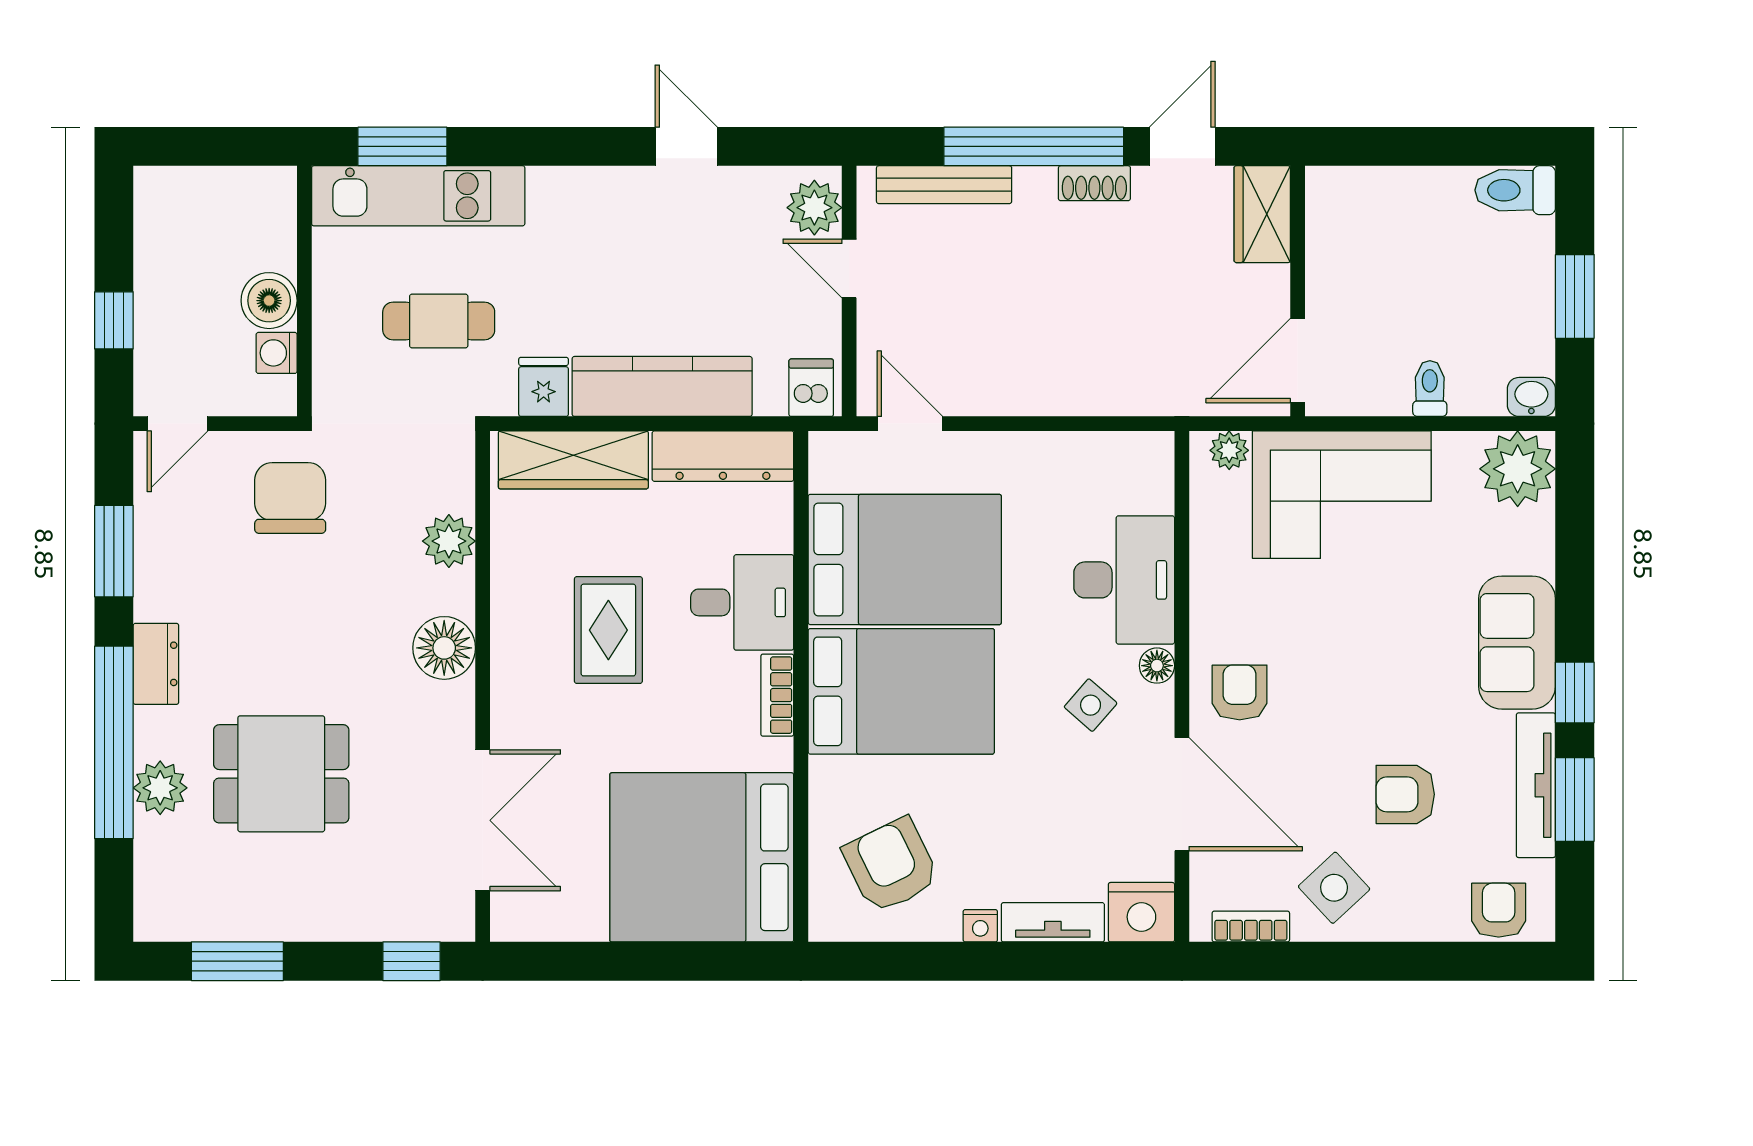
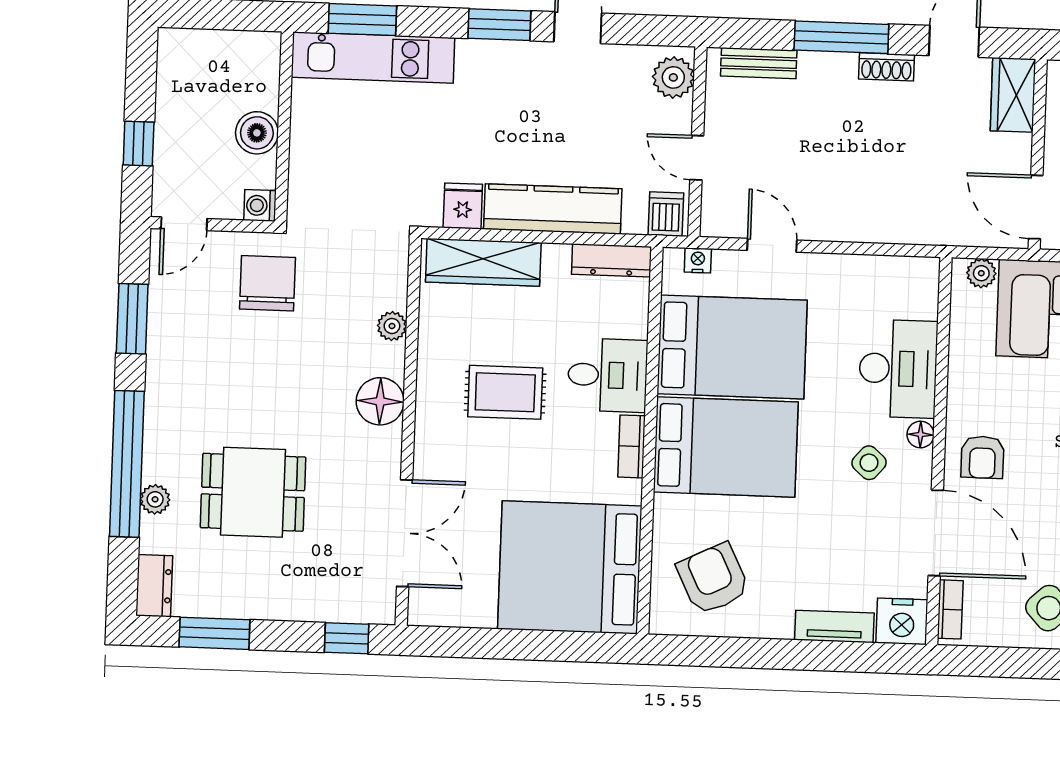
window: (583, 146) -> (499, 25), added
window: (1034, 146) -> (841, 37), width x0.68
bench: (944, 185) -> (759, 63), width x0.73
door: (849, 269) -> (697, 158), moved
cafe table: (439, 321) -> (385, 153), removed
washing machine: (277, 353) -> (260, 205), moved
door: (1298, 361) -> (1036, 207), hinge flipped
door: (910, 424) -> (772, 245), moved
dresser: (723, 456) -> (611, 260), width x0.73, depth x0.80
plant: (449, 541) -> (392, 326), width x0.73, depth x0.73
rug: (608, 630) -> (505, 392), turned 90
dresser: (156, 664) -> (154, 586), moved
armchair: (1240, 692) -> (982, 457), turned 180
plant: (160, 788) -> (155, 499), width x0.73, depth x0.73
nightstand: (980, 926) -> (698, 260), moved, turned 180
bookcase: (1251, 927) -> (950, 609), moved, turned 90

